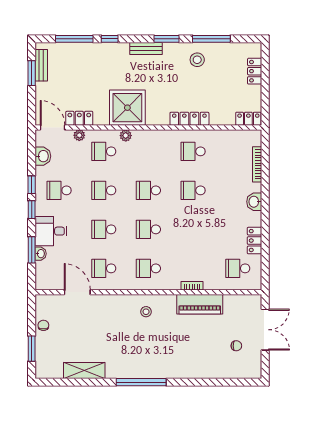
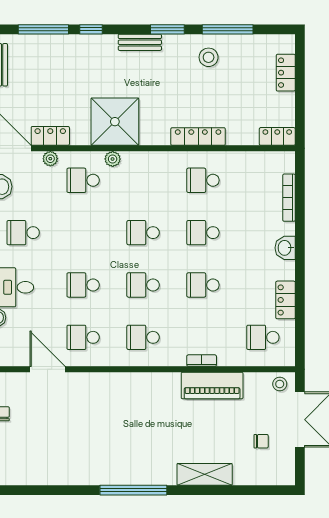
school desk: (104, 190) -> (203, 285), moved
stool: (146, 312) -> (280, 384), moved
shelving: (84, 371) -> (205, 474), moved

